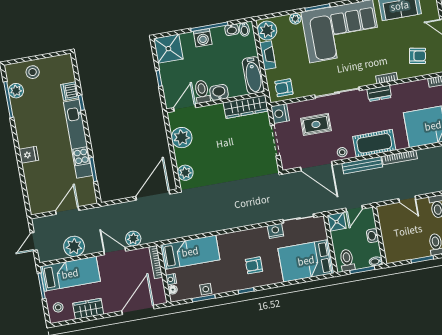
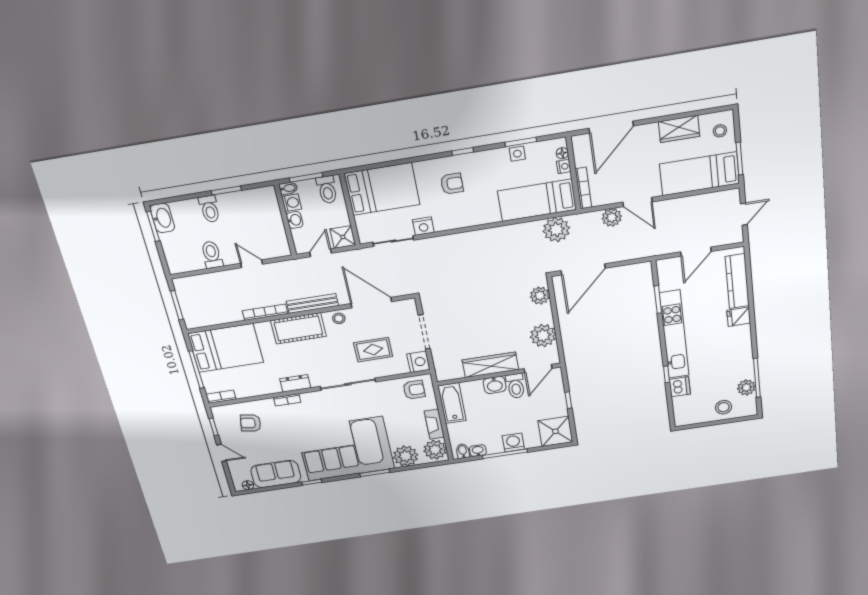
plant: (295, 19) -> (406, 456), width x1.87, depth x1.87
wardrobe: (246, 107) -> (490, 365), moved
kitchen counter: (33, 186) -> (737, 281), added
plant: (74, 246) -> (556, 230), moved
washing machine: (374, 250) -> (292, 203), added

